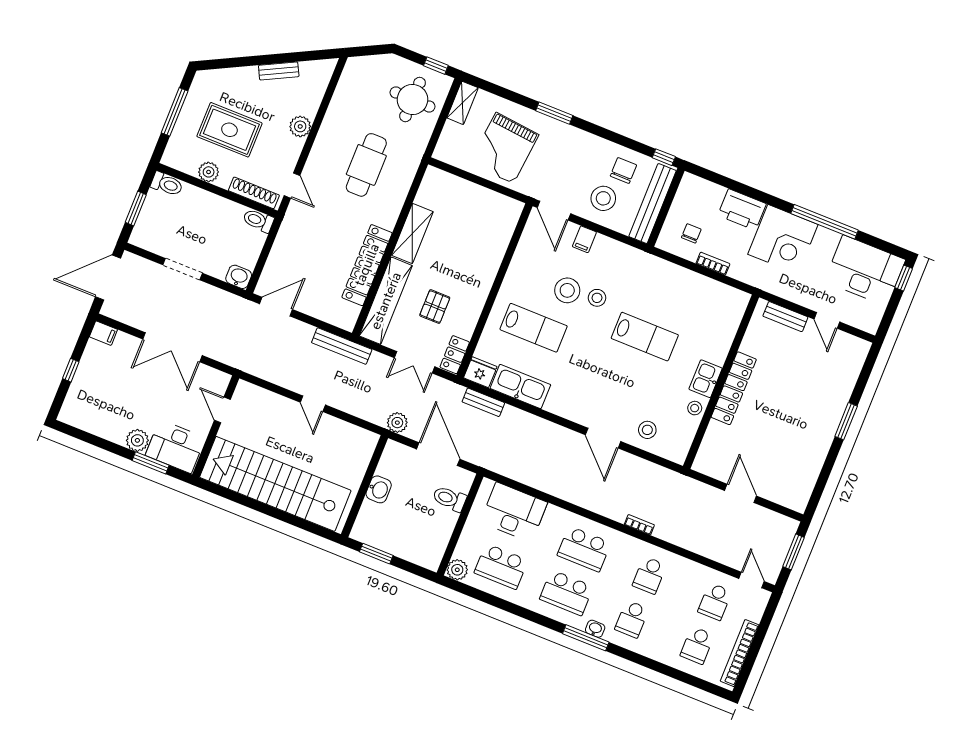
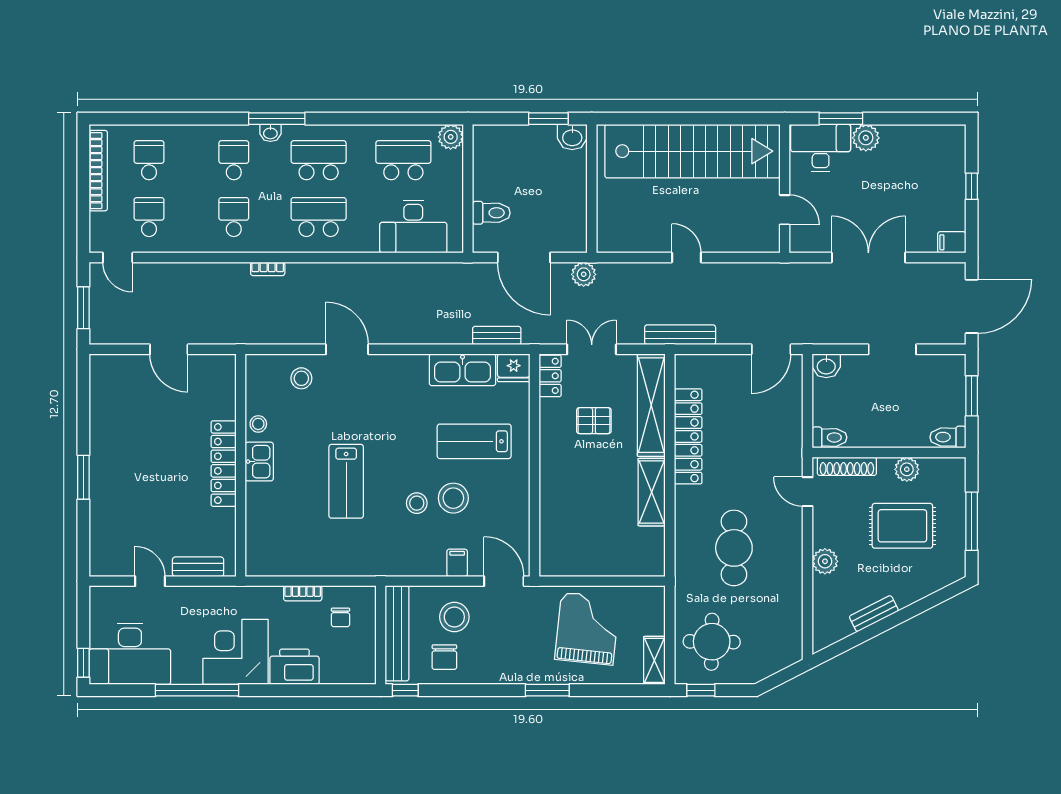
pallet: (435, 307) -> (594, 421), turned 90
lab bench: (645, 337) -> (346, 481), turned -90
washbasin: (379, 489) -> (572, 137), moved, turned -90

